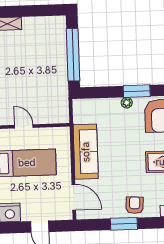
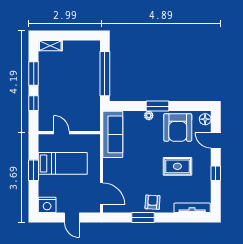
sofa: (86, 152) -> (113, 134), moved

